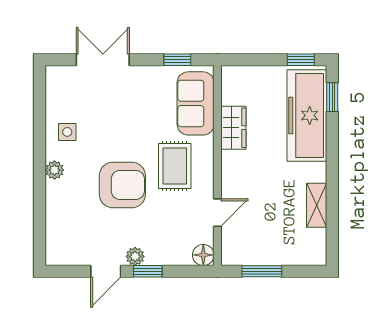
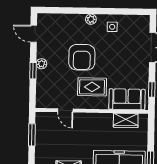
wardrobe: (233, 128) -> (126, 120), moved
floor lamp: (203, 255) -> (42, 102), removed
door: (106, 271) -> (34, 34), moved

